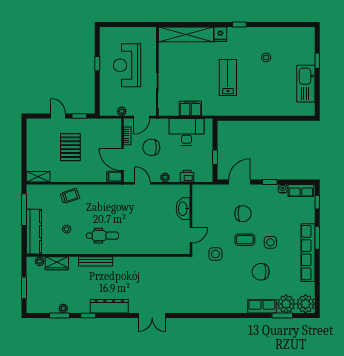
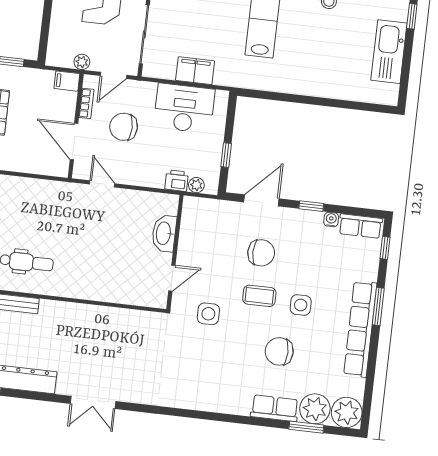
filing cabinet: (114, 177) -> (67, 81), moved
plant: (165, 177) -> (196, 185), moved

